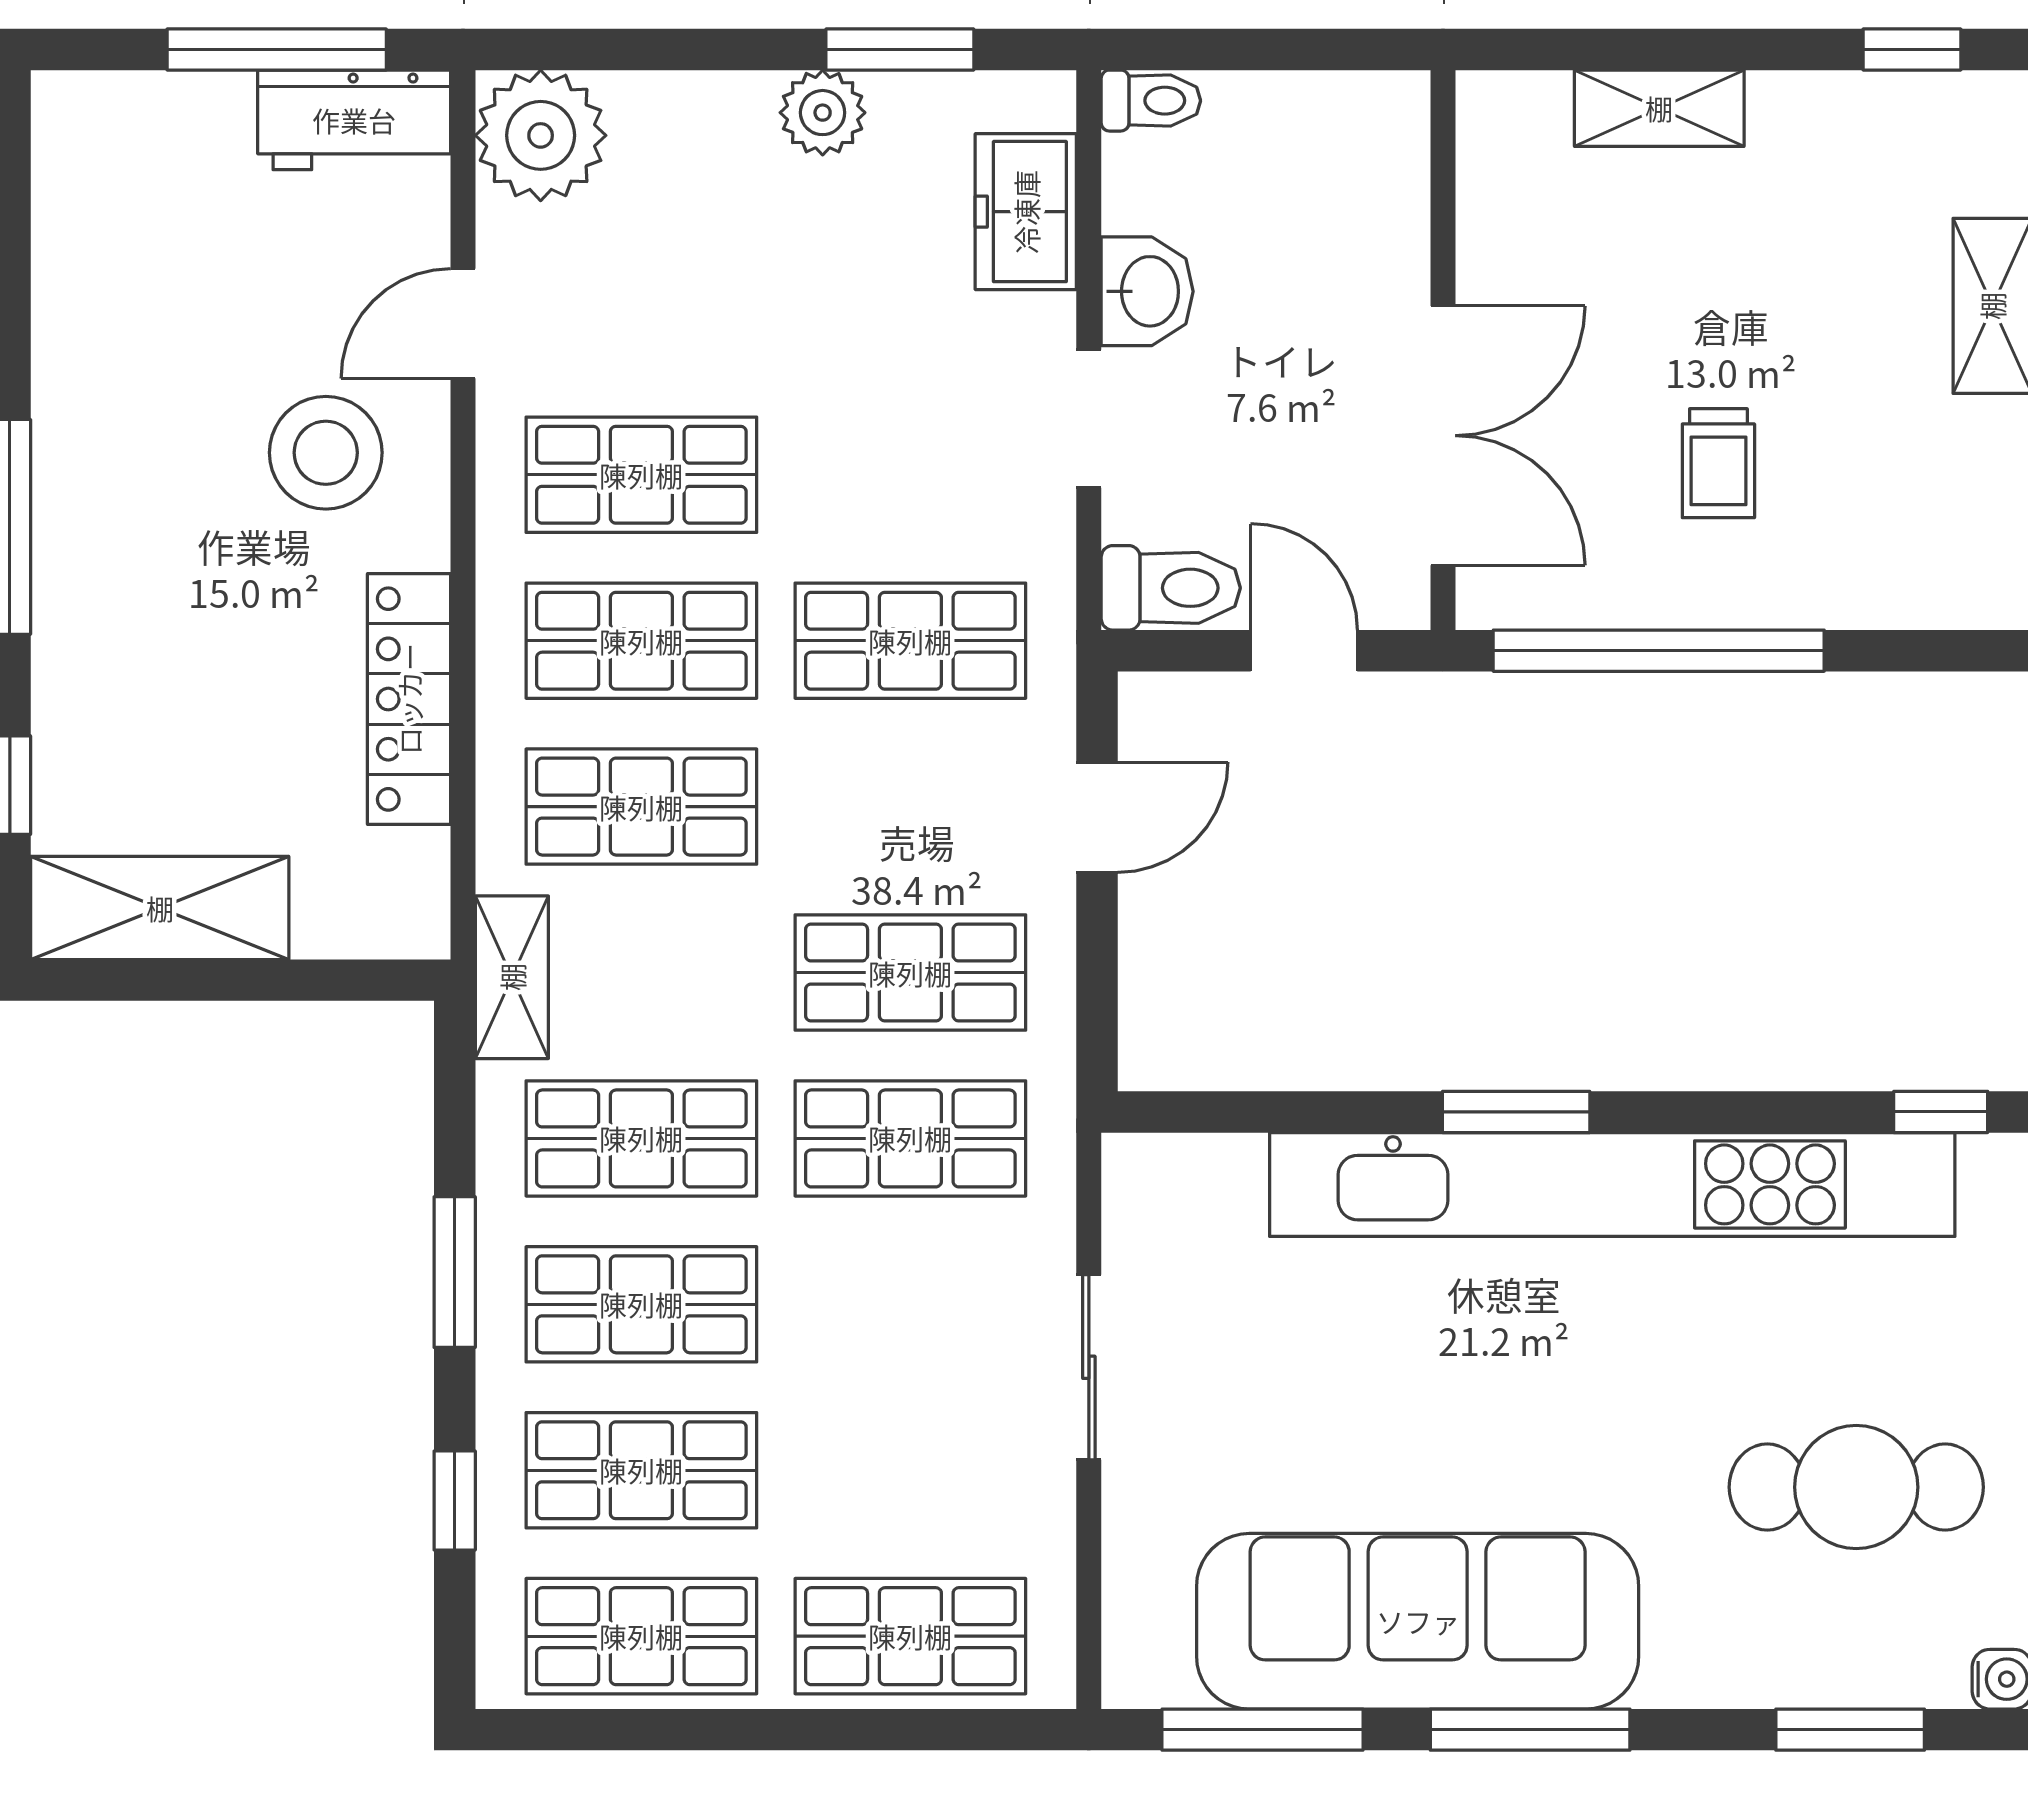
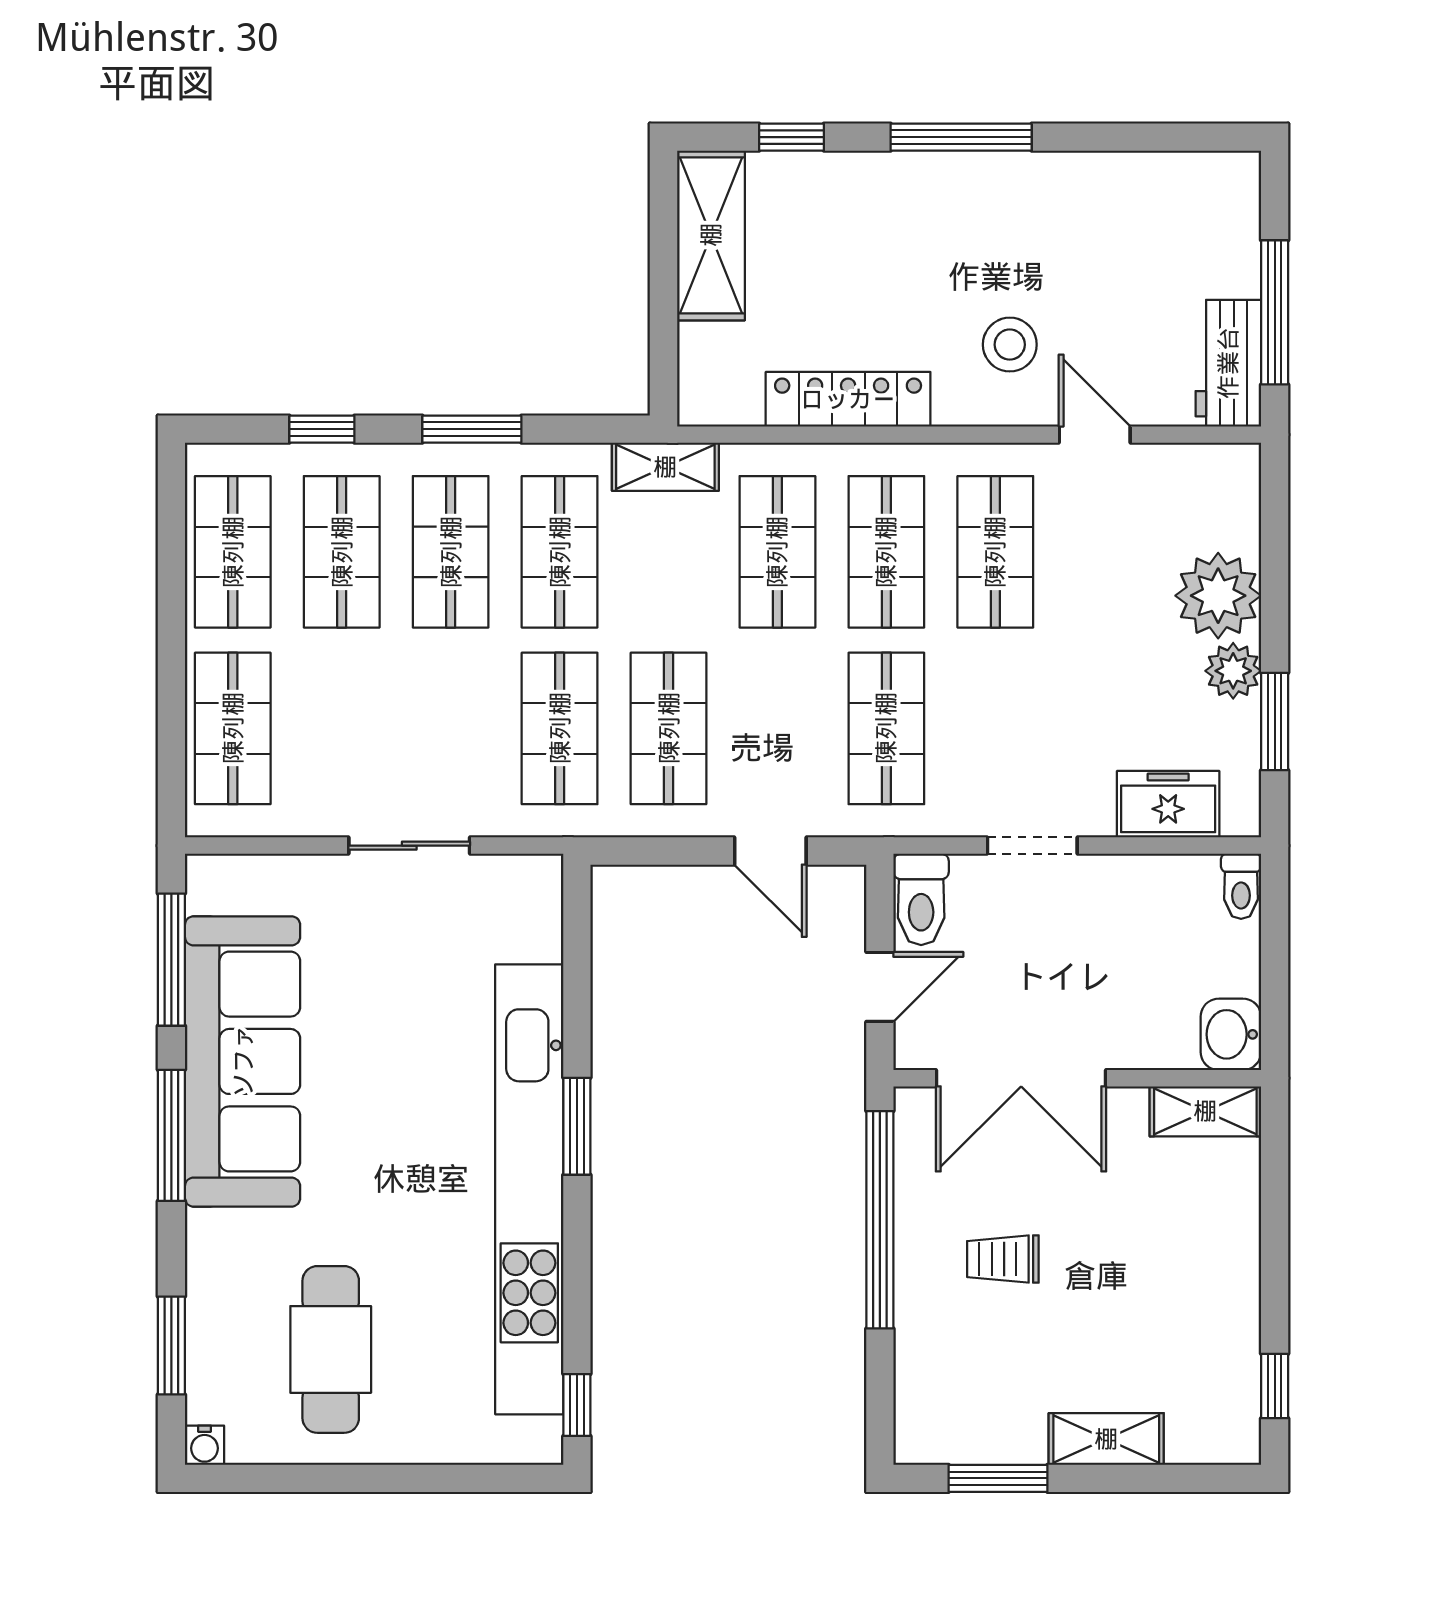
shelving: (1659, 108) -> (1205, 1111), moved, turned 90
plant: (541, 135) -> (1218, 596), moved
washbasin: (1147, 291) -> (1231, 1034), moved, turned 90
stool: (326, 453) -> (1010, 345), width x0.73, depth x0.73

